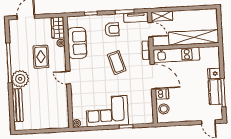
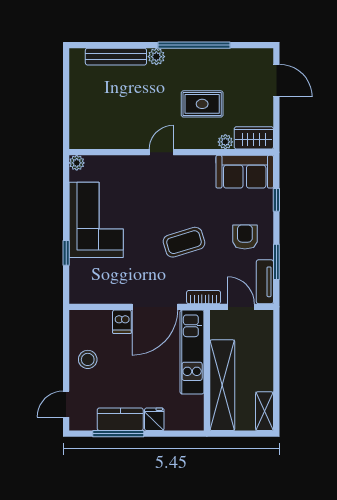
shelving: (162, 16) -> (265, 411), moved
armchair: (112, 30) -> (245, 237), turned 180
door: (150, 30) -> (241, 307), swing flipped
sofa: (77, 43) -> (245, 172), moved
plant: (20, 79) -> (156, 57), width x0.53, depth x0.53
stool: (164, 109) -> (88, 359), moved

